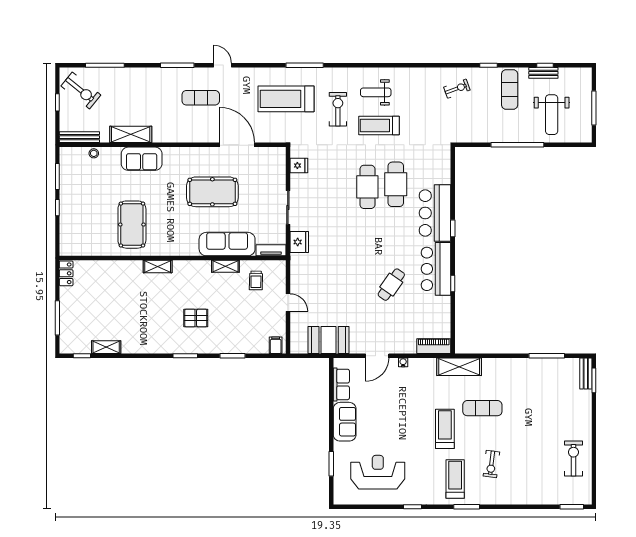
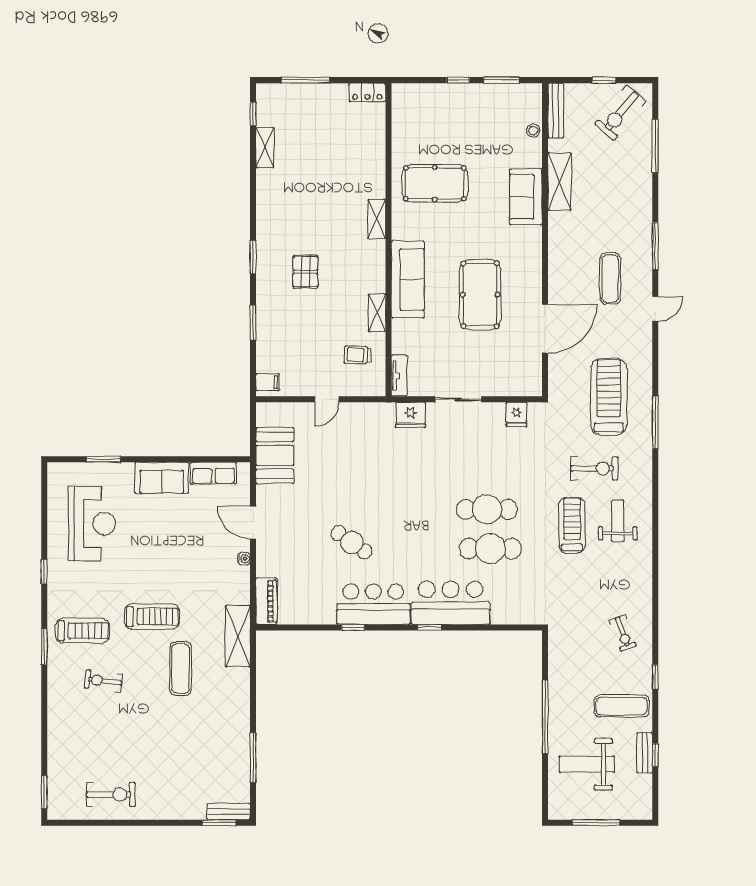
sofa: (227, 244) -> (408, 279), moved

